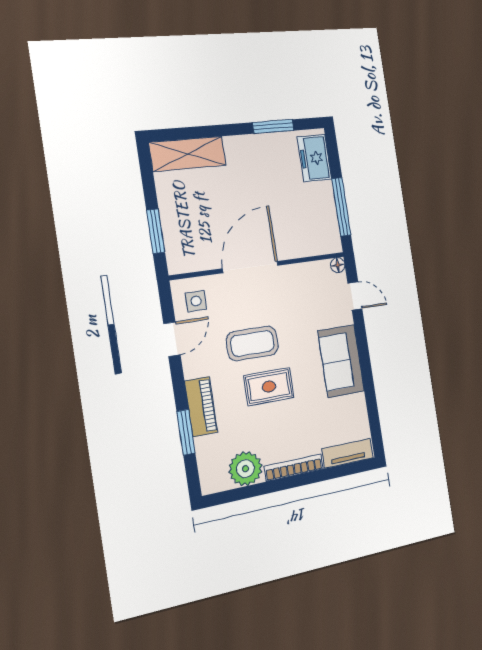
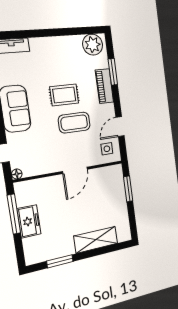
shelving: (188, 154) -> (96, 240), moved
freezer: (315, 158) -> (29, 221), moved
door: (250, 267) -> (75, 170), width x0.73
bookcase: (294, 468) -> (49, 42), removed
plant: (245, 469) -> (93, 45), moved

